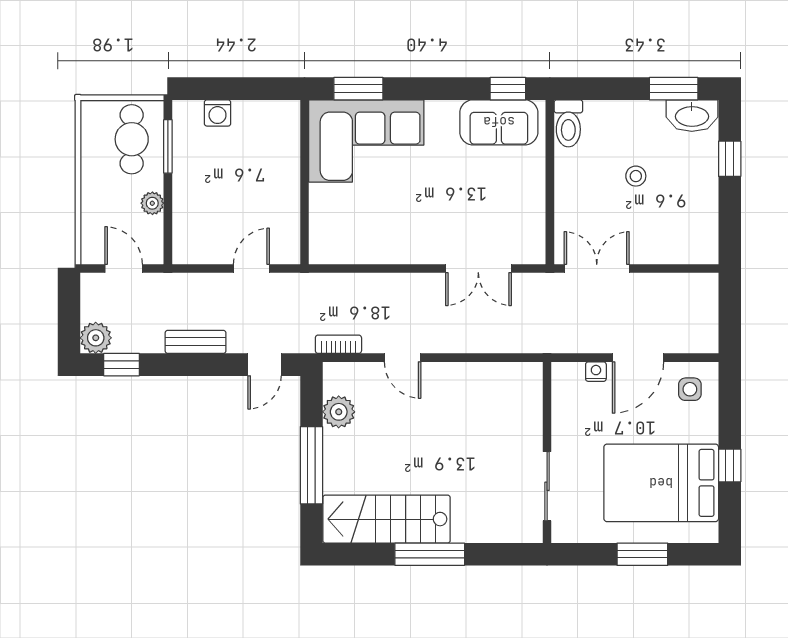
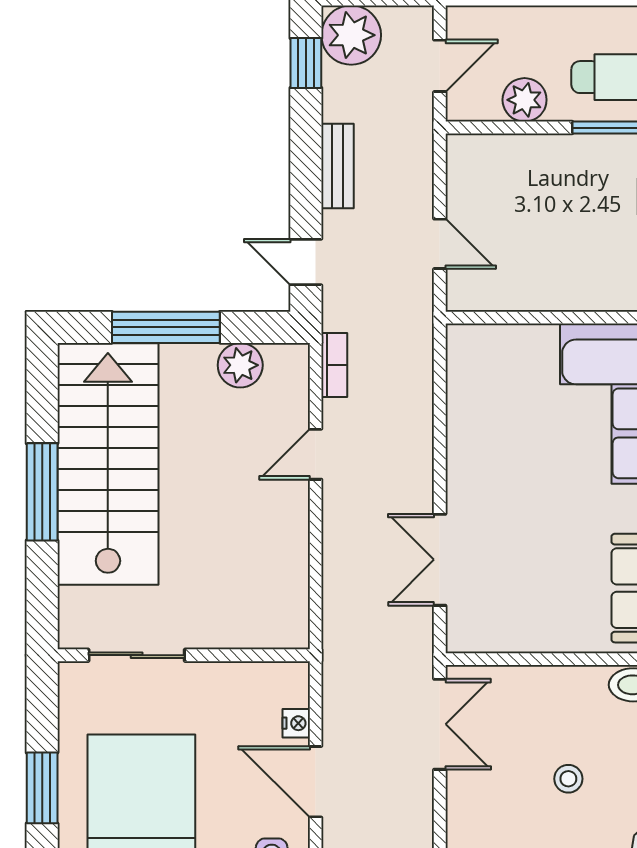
plant: (152, 203) -> (525, 100), width x1.38, depth x1.38
plant: (96, 338) -> (351, 35), width x1.36, depth x1.36
stairs: (387, 519) -> (108, 464), width x1.36, depth x1.51

